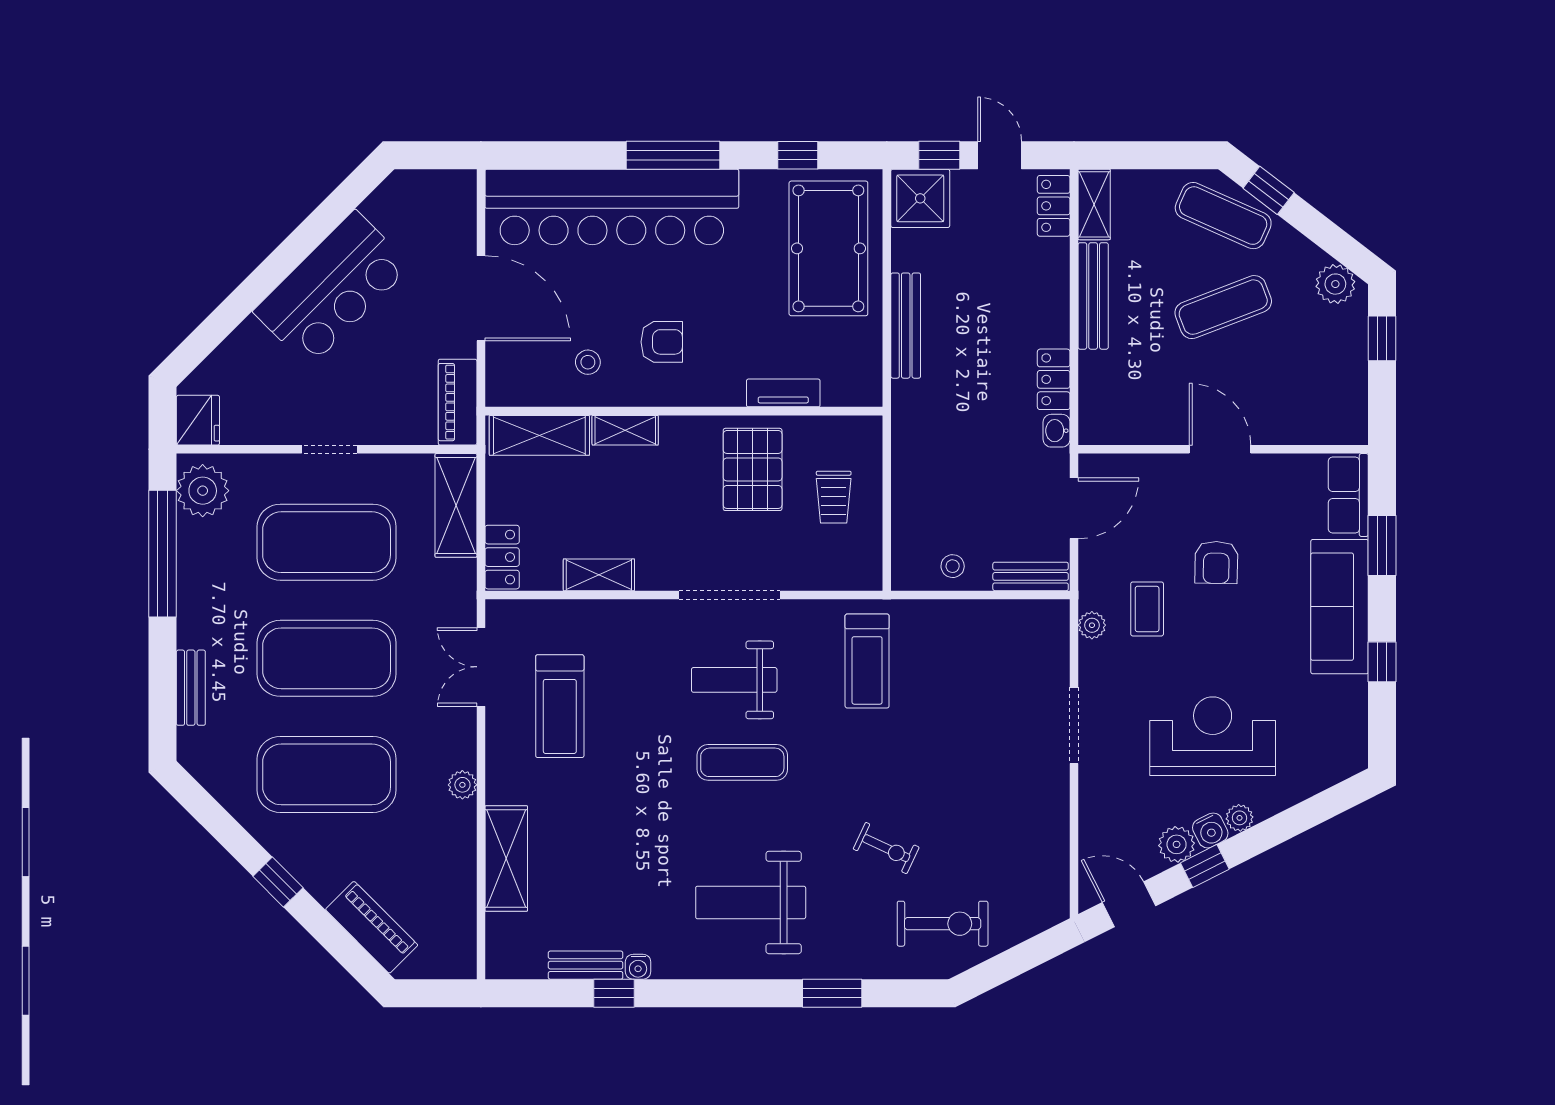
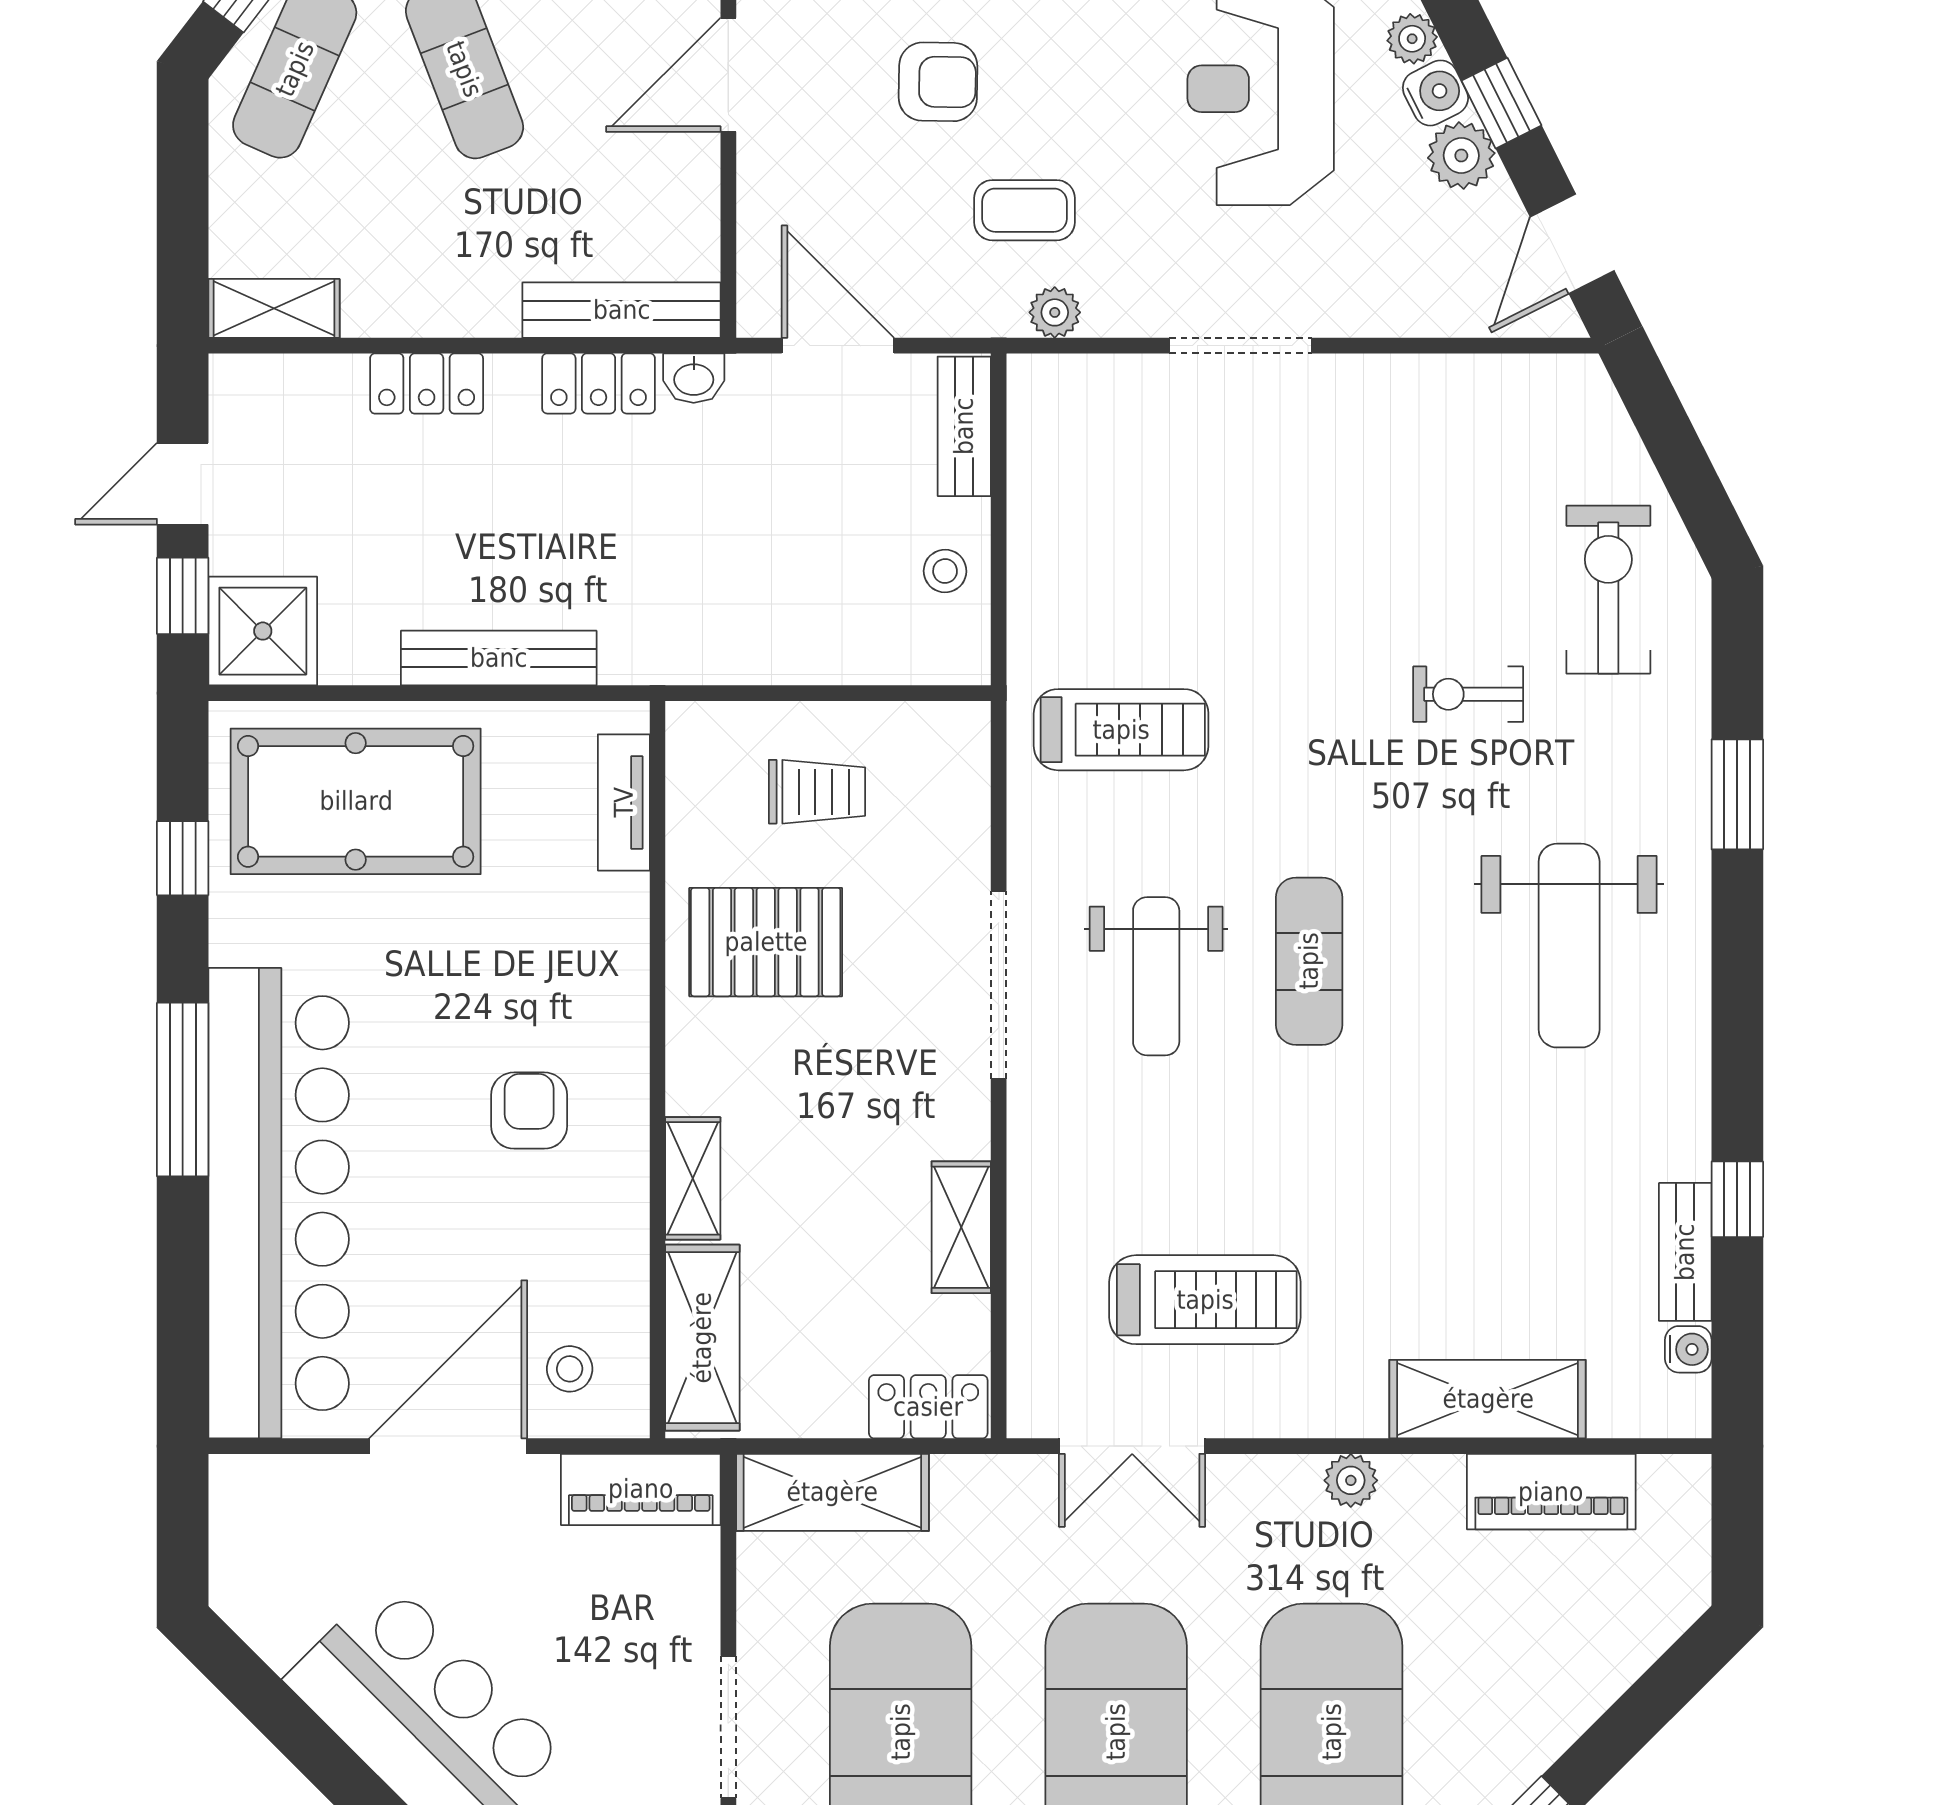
locker: (1054, 206) -> (427, 384), moved
bench: (1093, 296) -> (622, 310), moved
stool: (588, 362) -> (570, 1369), moved
tv unit: (783, 393) -> (624, 802), moved
doorway: (329, 449) -> (728, 1727), width x1.38
exercise bike: (886, 848) -> (1468, 694), turned -115
piano: (372, 927) -> (1551, 1492), moved, turned -135
water cooler: (638, 967) -> (1688, 1349), moved

